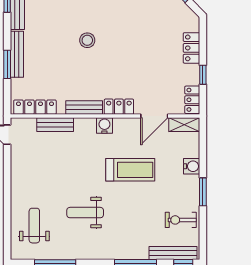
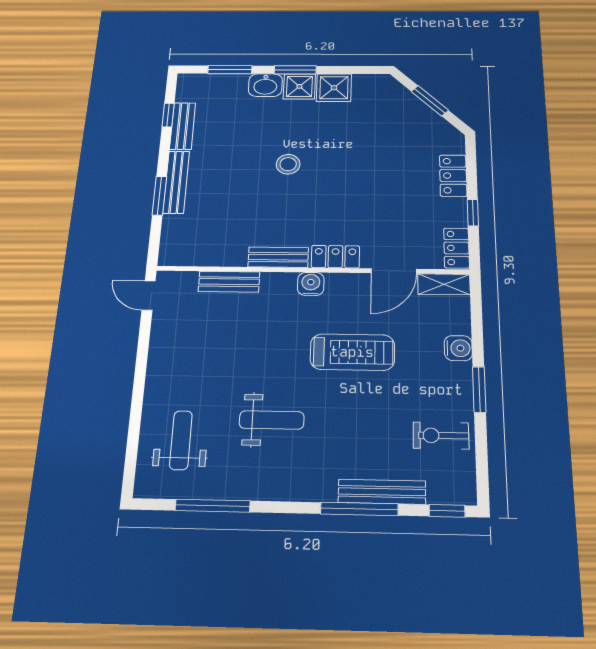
locker: (35, 107) -> (198, 256), removed
weight bench: (85, 213) -> (272, 420), turned 180
bench: (173, 253) -> (382, 492), moved

